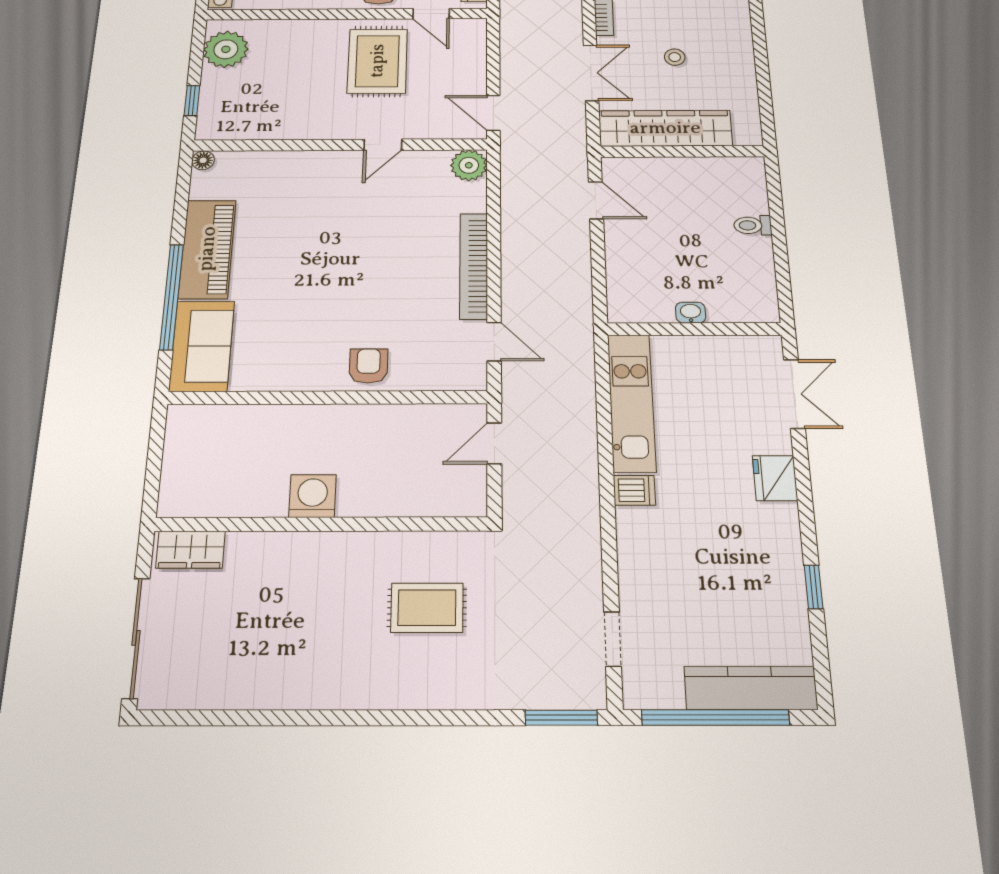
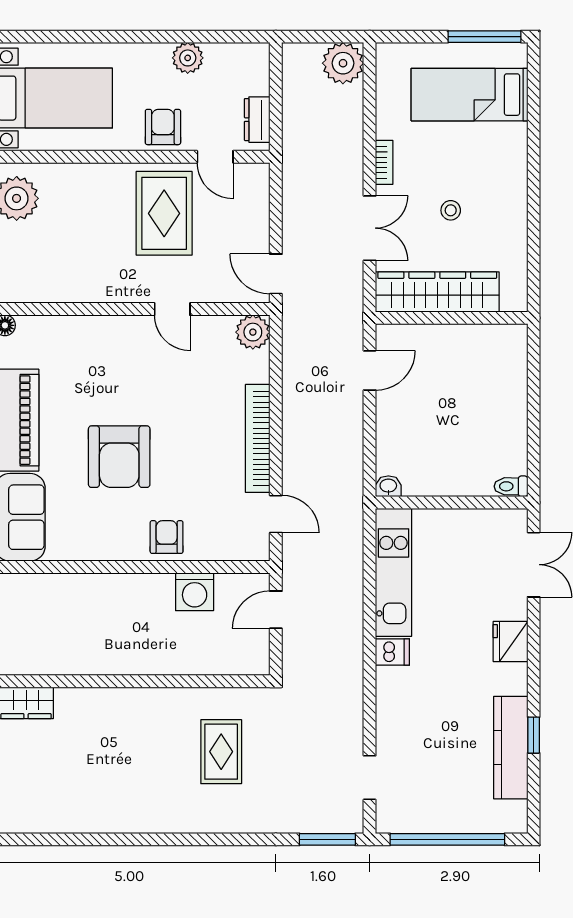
door: (383, 145) -> (172, 309), hinge flipped
door: (596, 200) -> (370, 370), hinge flipped
toilet: (753, 225) -> (511, 486), moved
armchair: (319, 284) -> (119, 457), added
washbasin: (691, 313) -> (388, 486), moved
washing machine: (313, 496) -> (195, 592), moved, turned 180
rug: (427, 608) -> (221, 752), turned 90
kitchen counter: (751, 688) -> (511, 748), moved, turned -90

